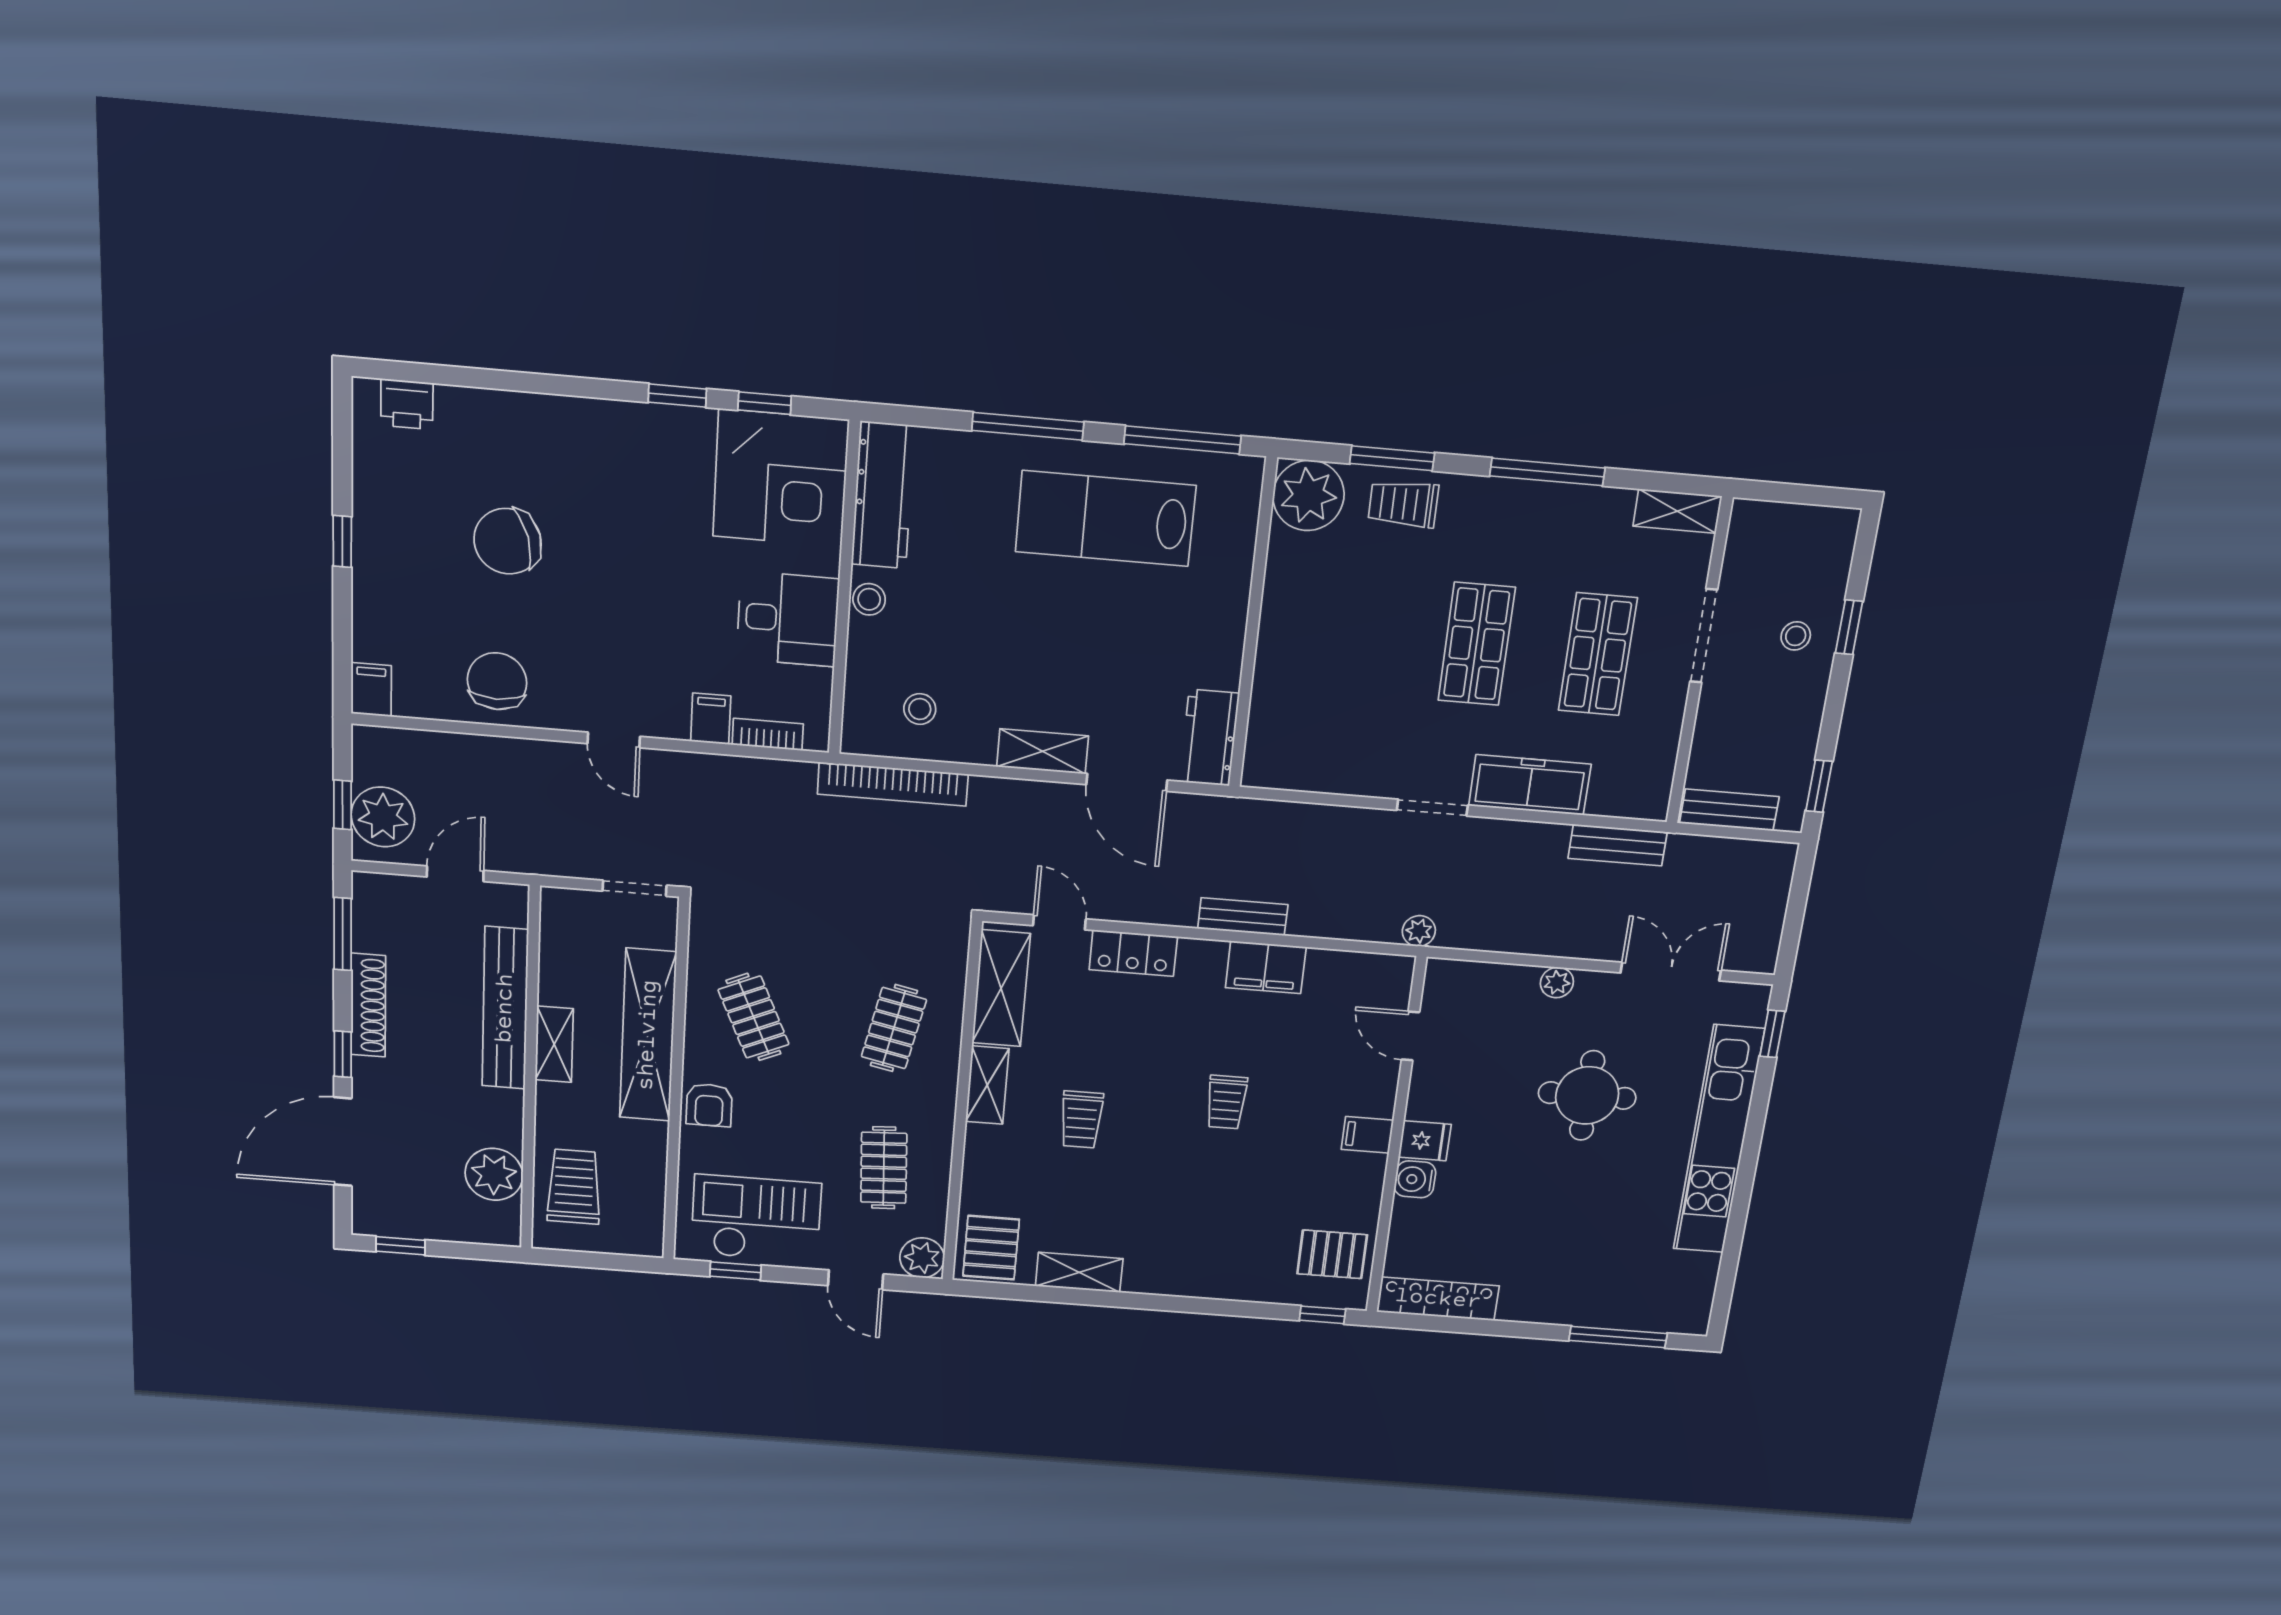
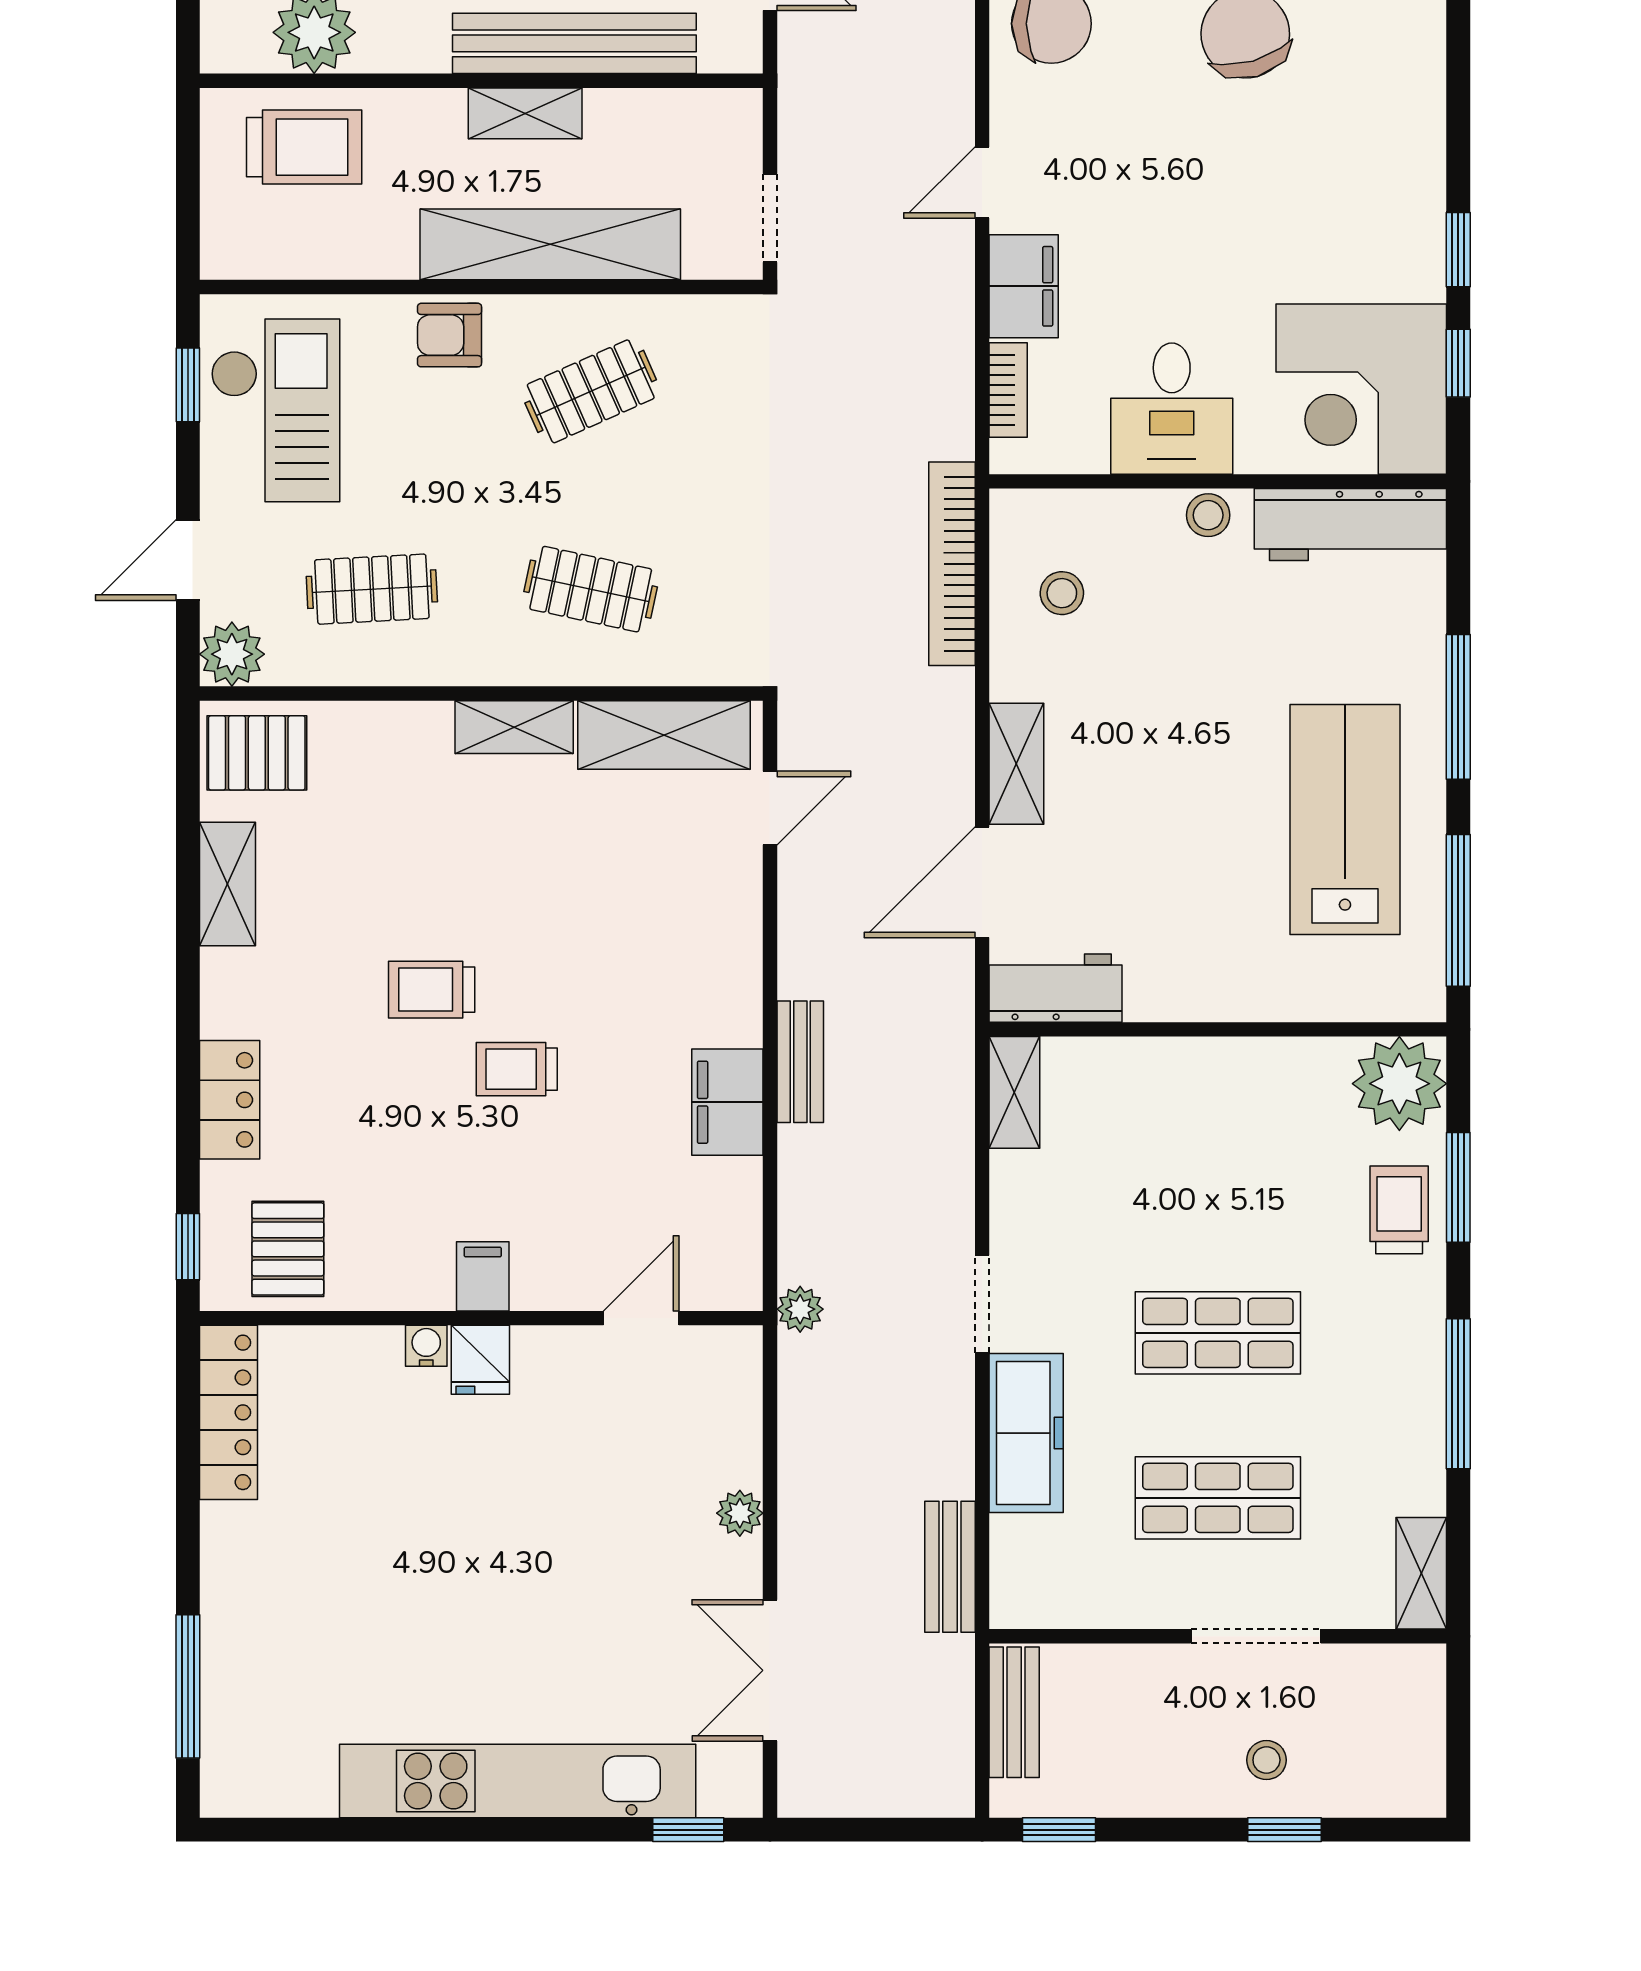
filing cabinet: (711, 719) -> (1024, 286), width x2.00
shelving: (1282, 773) -> (1014, 1092), added
locker: (1133, 953) -> (230, 1100), moved, turned 180
double door: (1671, 972) -> (770, 1670), swing flipped
round table: (1587, 1095) -> (571, 1582), removed
trolley: (1081, 1120) -> (432, 990), moved
water cooler: (1415, 1179) -> (426, 1346), width x0.72, depth x0.72

